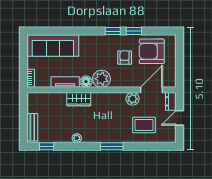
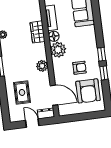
armchair: (152, 51) -> (88, 91), turned 180
plant: (133, 99) -> (42, 66), moved

